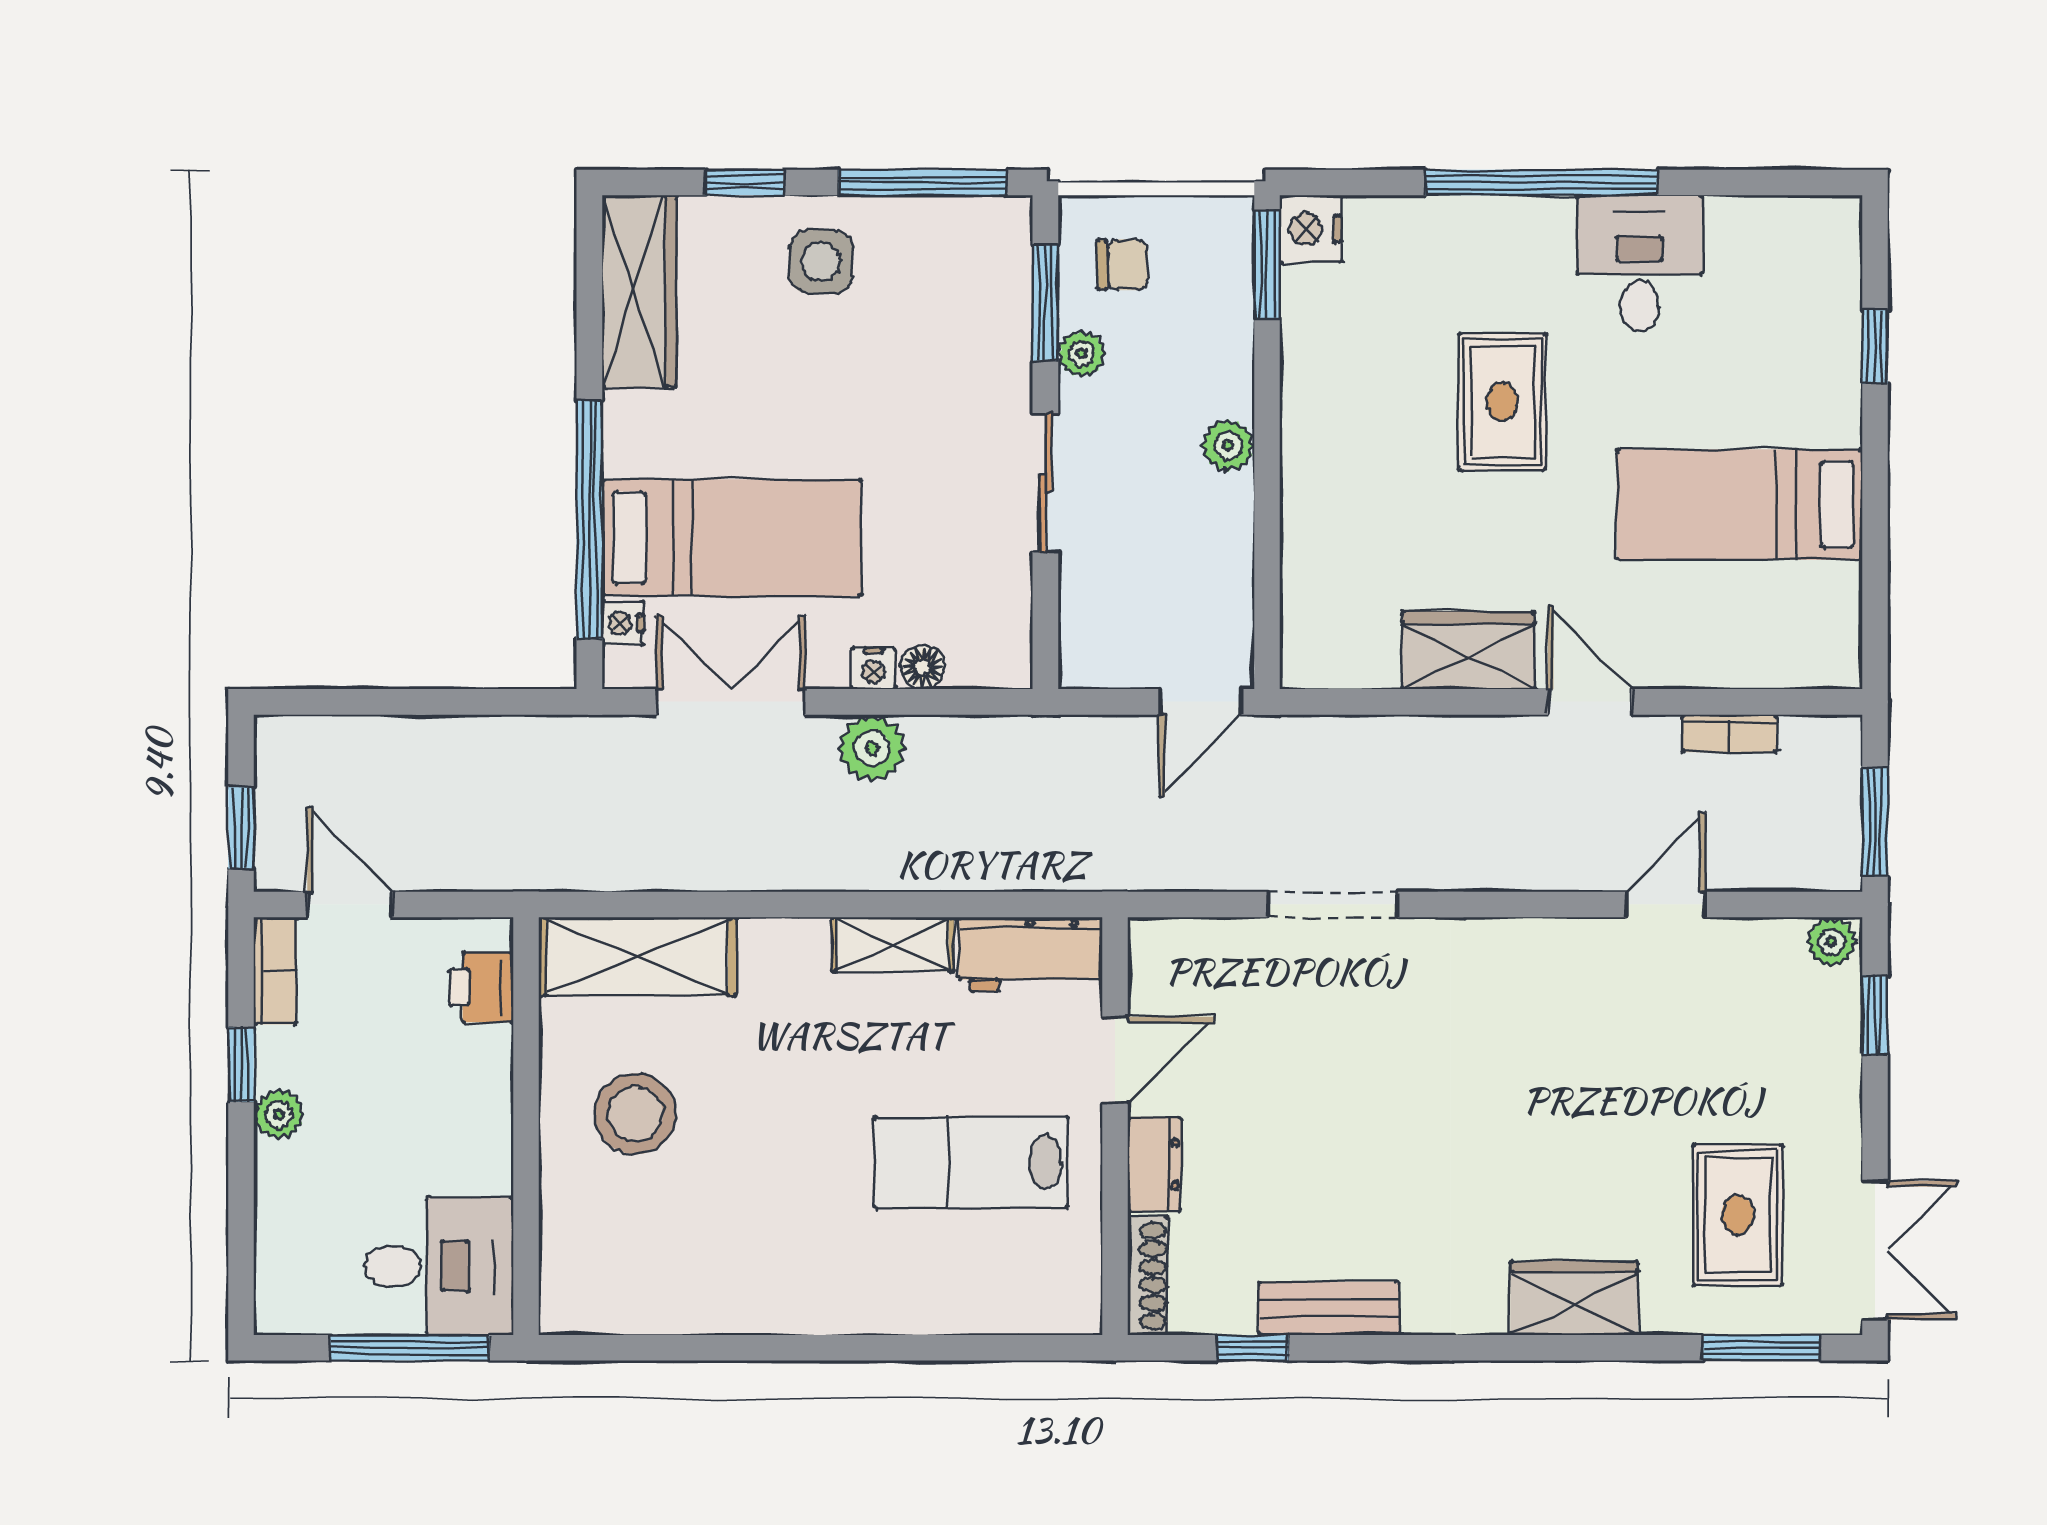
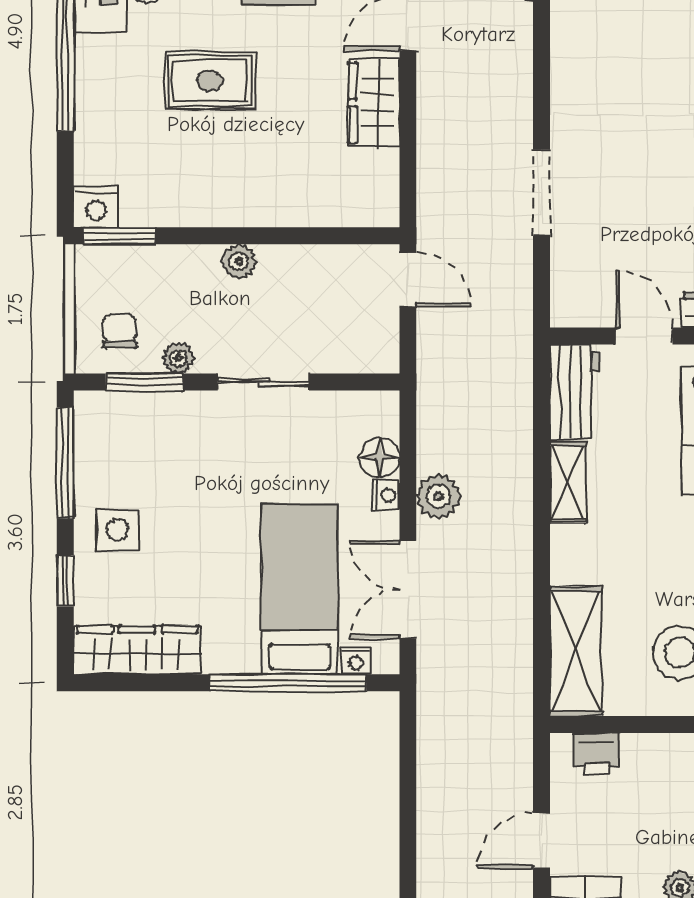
floor lamp: (923, 667) -> (379, 457), width x1.37, depth x1.37

